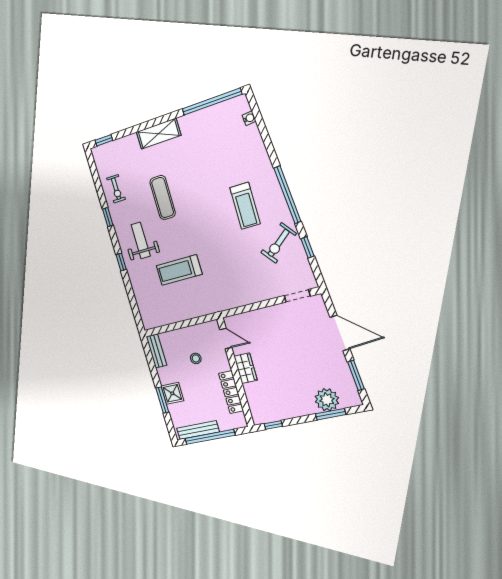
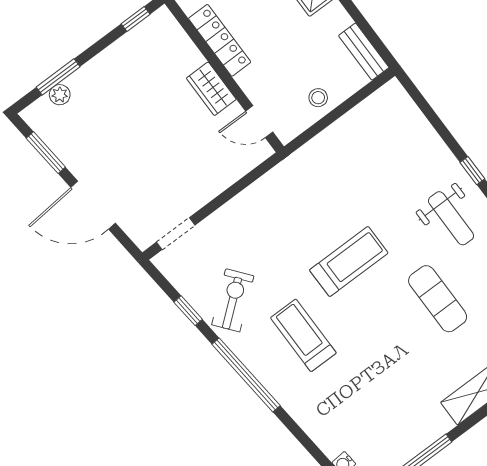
treadmill: (179, 270) -> (349, 262), moved
stool: (196, 358) -> (318, 98), moved
plant: (327, 400) -> (60, 95), width x0.53, depth x0.53

